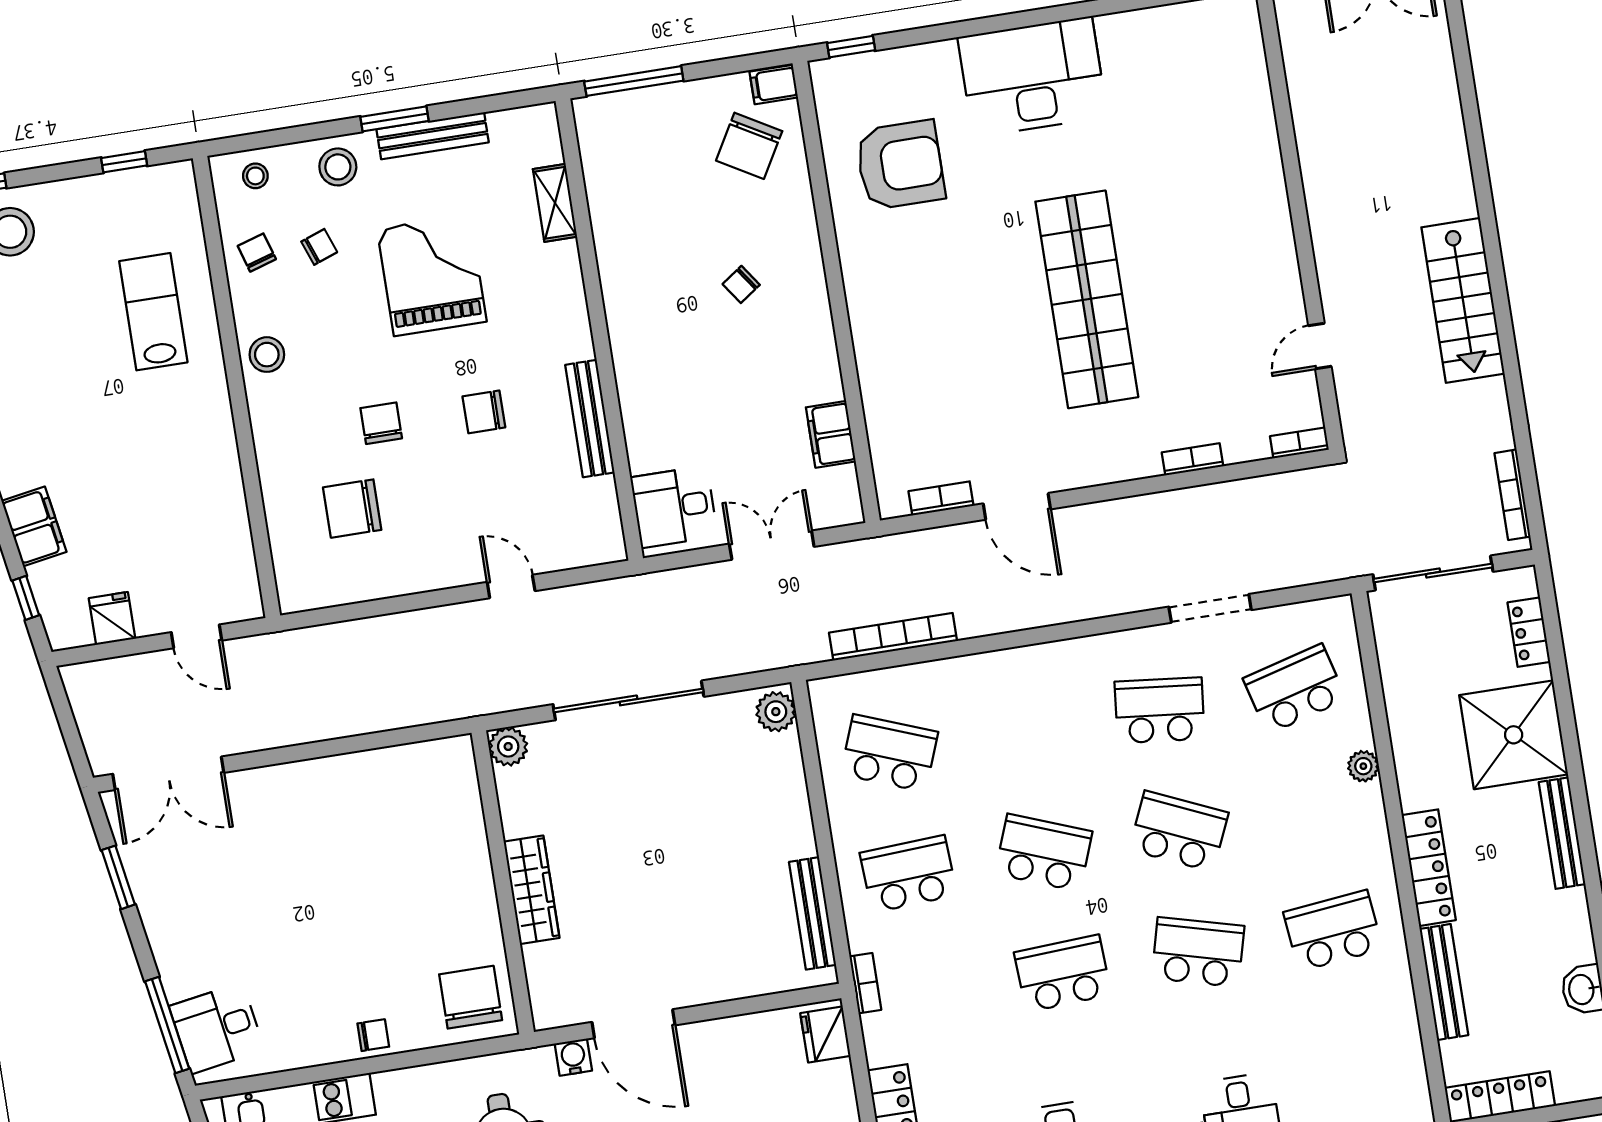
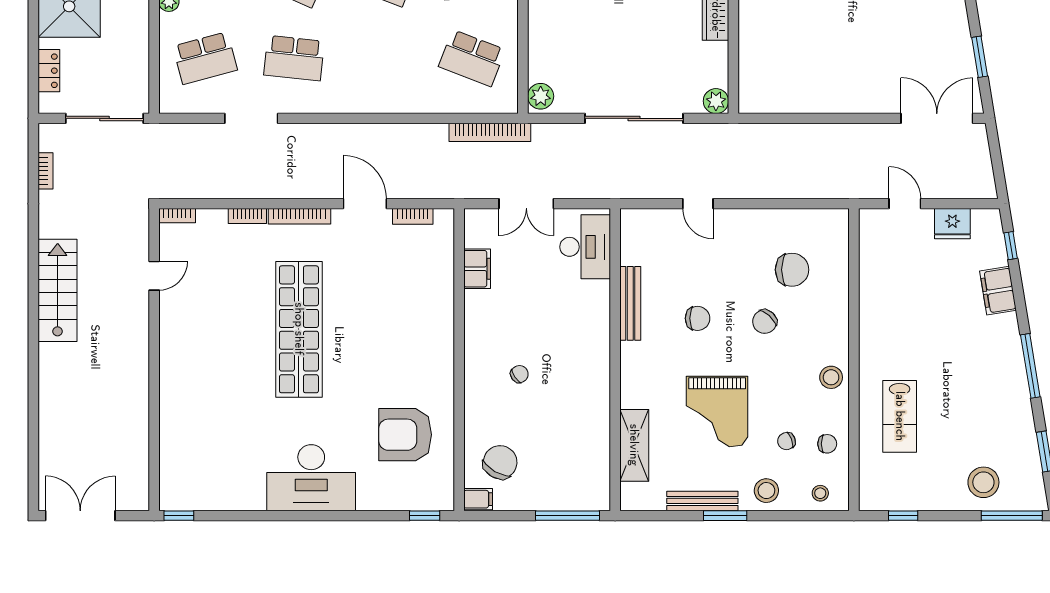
shelving: (555, 203) -> (634, 445), width x1.50, depth x1.33
chair: (257, 253) -> (827, 444), turned -73
chair: (381, 423) -> (765, 322), turned 42
bookcase: (1113, 471) -> (300, 216), added
bookcase: (1512, 495) -> (46, 171), width x0.64
desk: (674, 507) -> (585, 247), width x1.37
fridge: (112, 618) -> (952, 224), width x1.38
bookcase: (893, 637) -> (490, 132), moved

